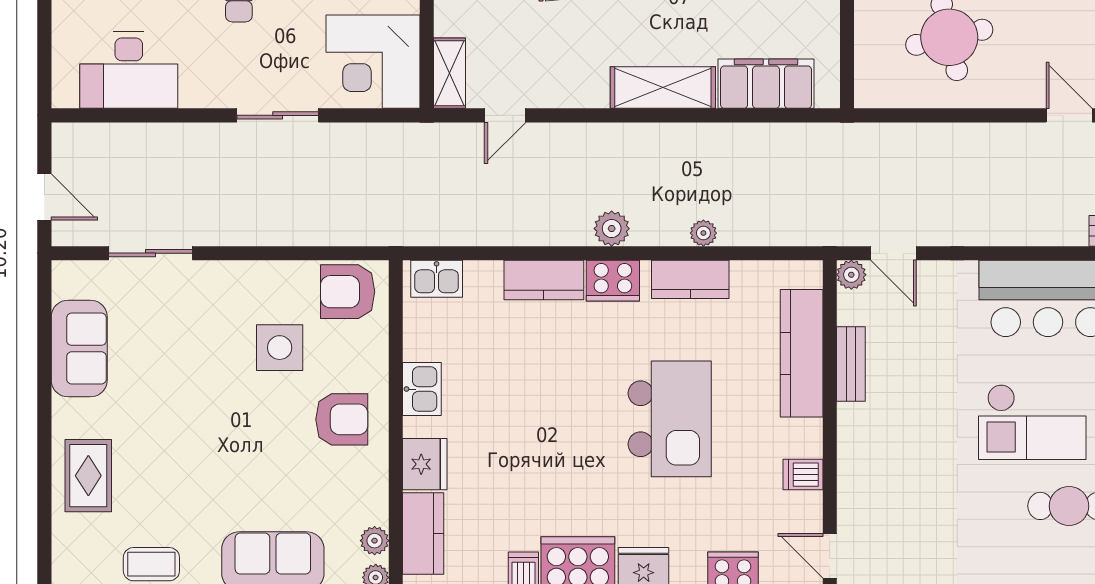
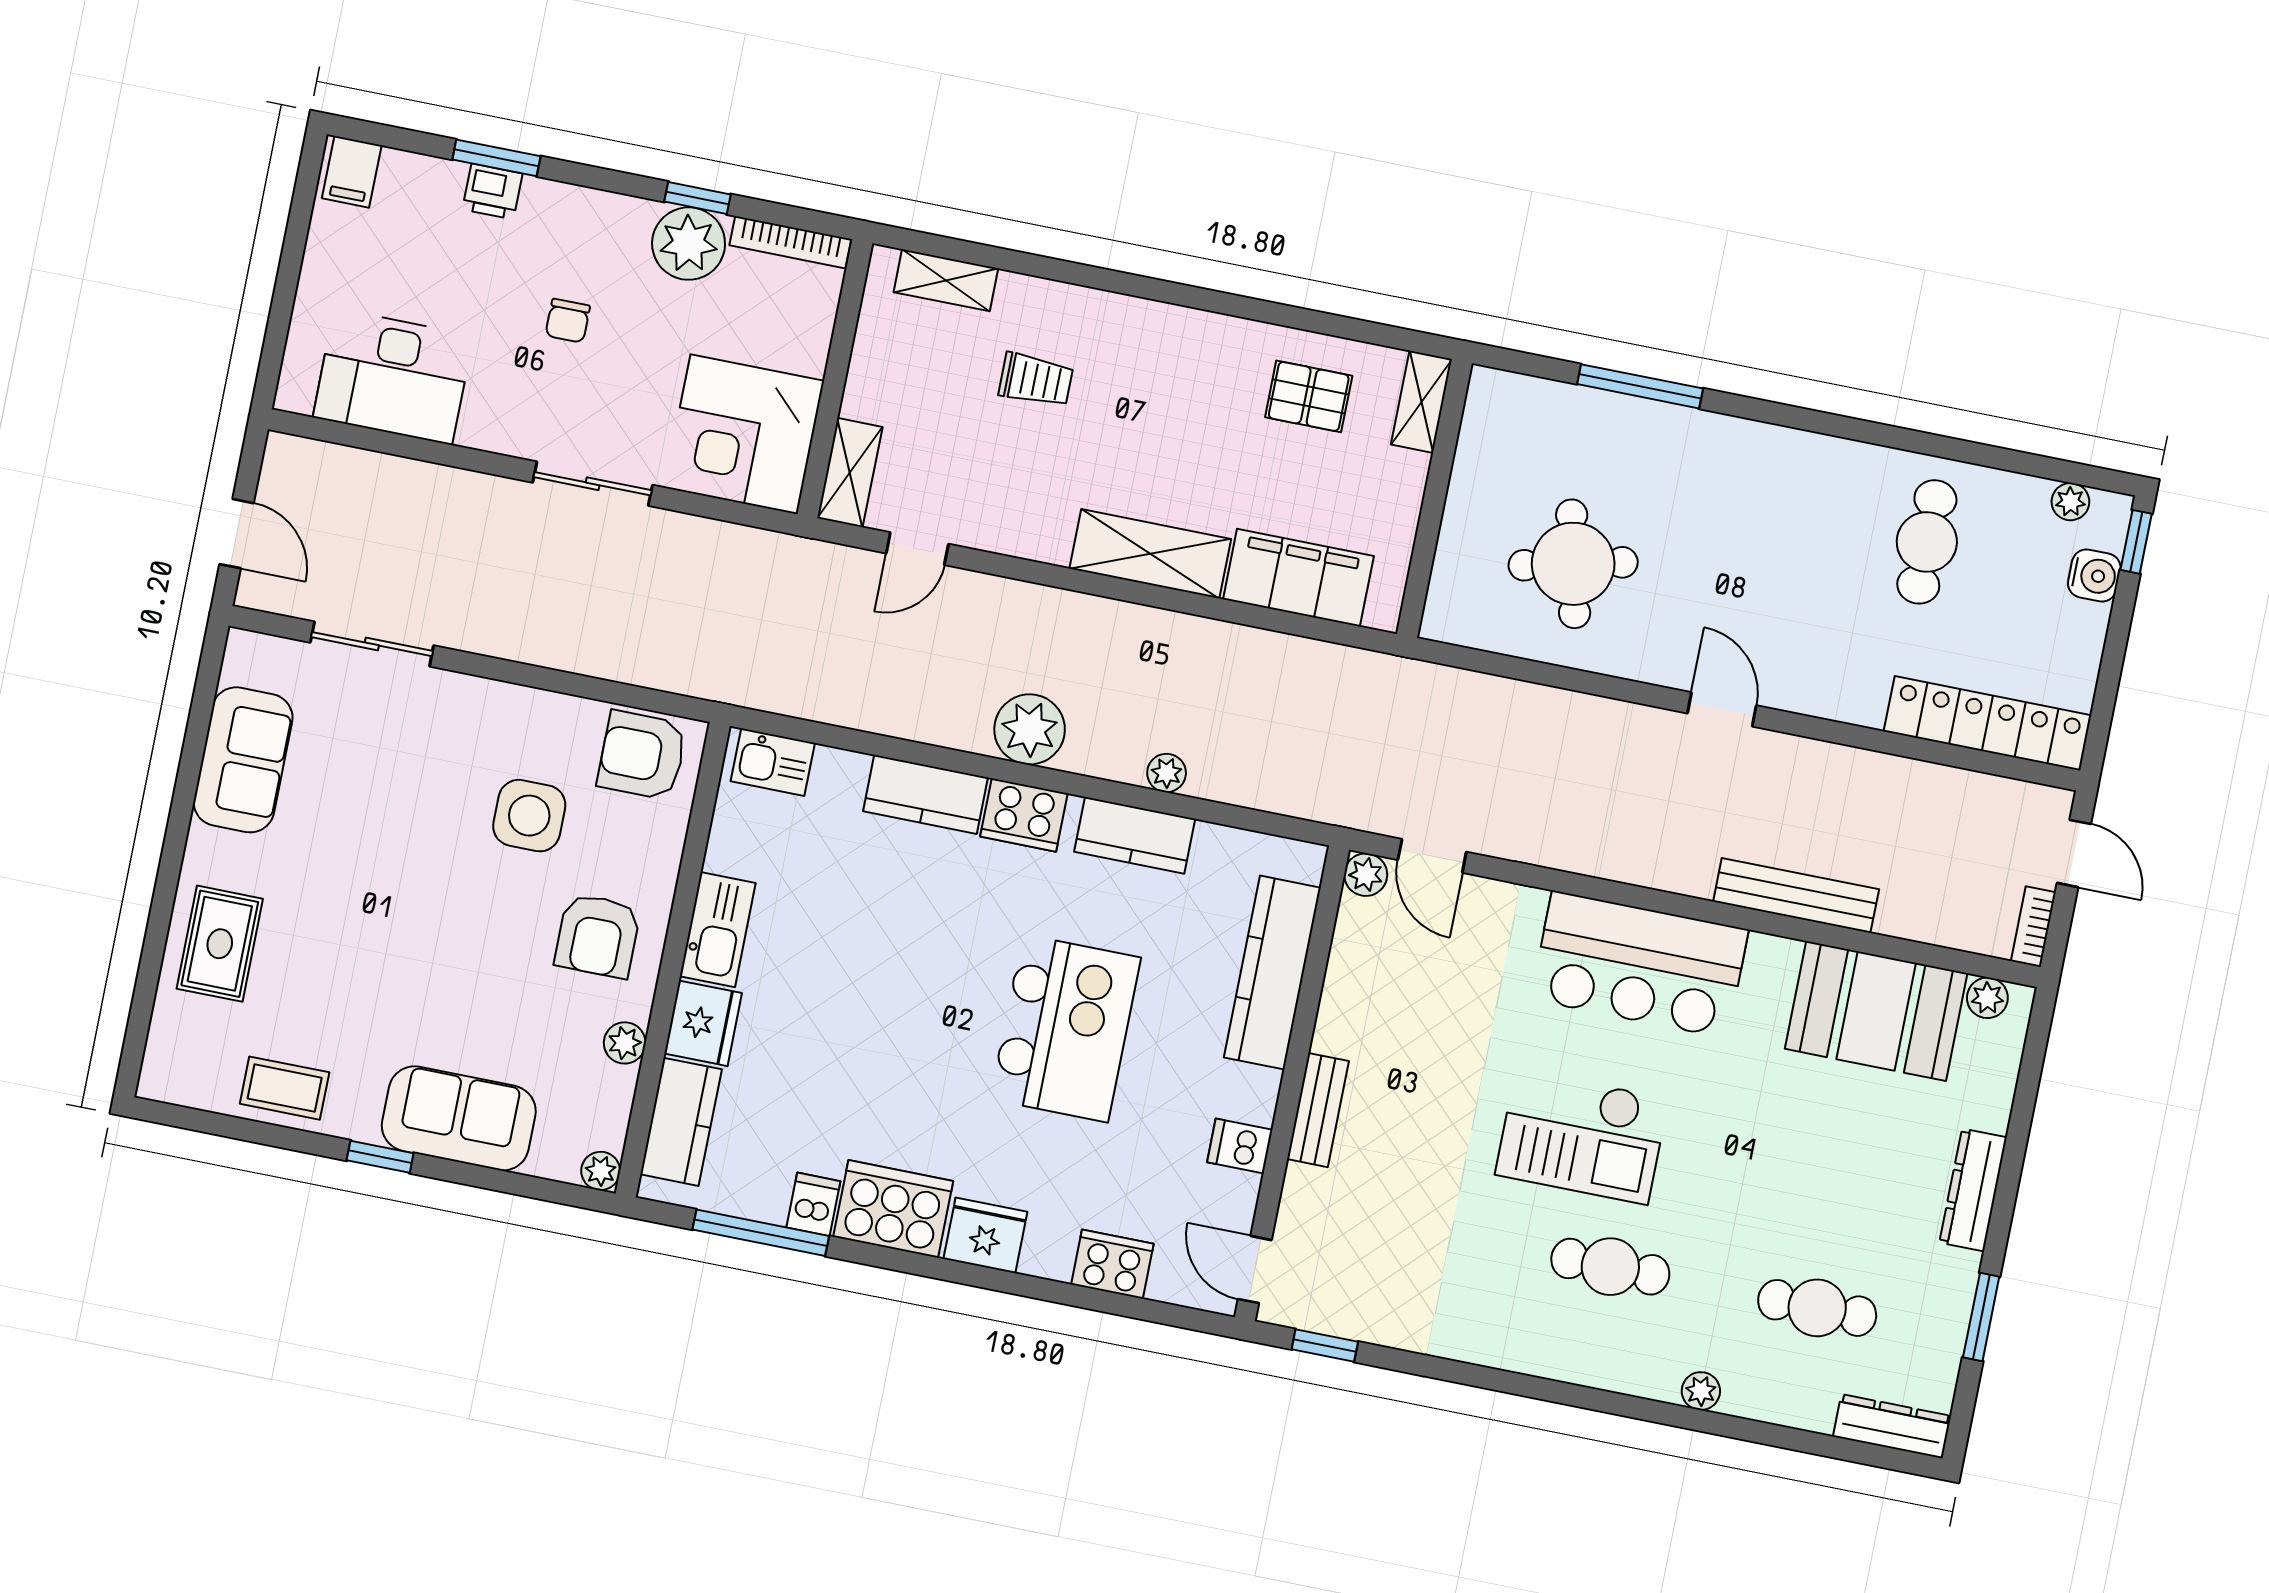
plant: (612, 229) -> (1030, 729), width x1.36, depth x1.36
bench: (851, 364) -> (1318, 1110), moved
kitchen sink: (422, 389) -> (718, 930), width x1.38
armchair: (342, 419) -> (598, 936), turned 90
plant: (375, 541) -> (625, 1043), moved

